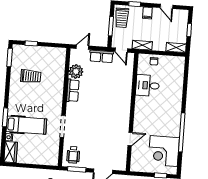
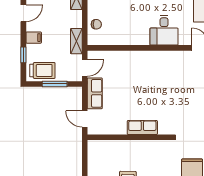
plant: (76, 71) -> (117, 125), removed
desk: (148, 85) -> (164, 30), moved

